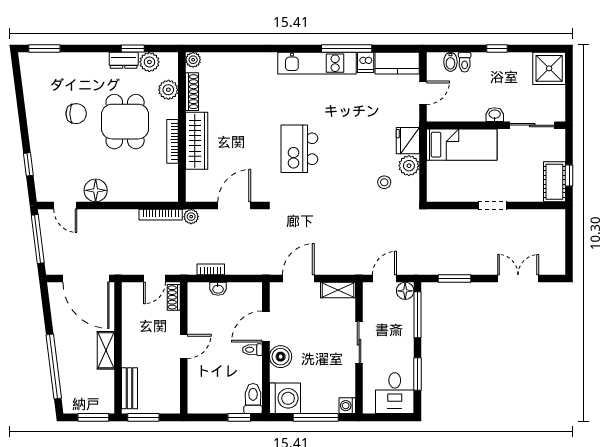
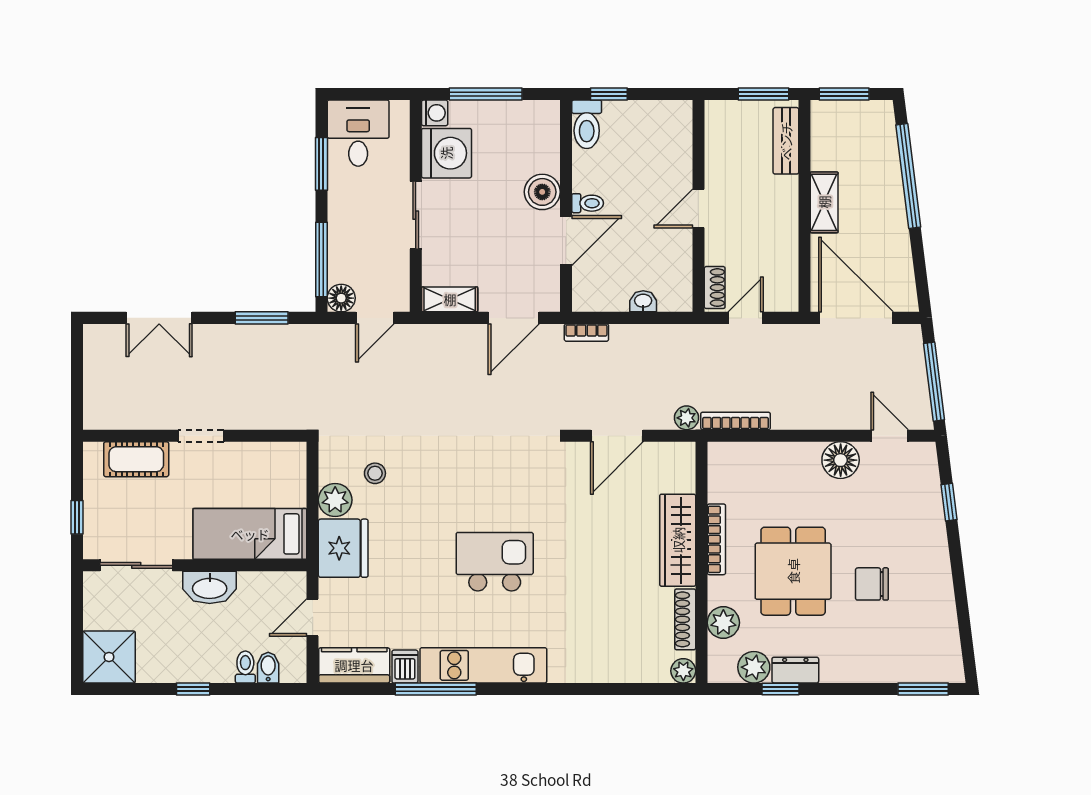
washbasin: (495, 115) -> (210, 587), width x1.91, depth x1.45
fridge: (408, 141) -> (343, 548), width x1.36, depth x1.34
kitchen island: (299, 149) -> (495, 562), moved, turned -90
window: (569, 176) -> (77, 517), moved
cot: (554, 182) -> (136, 459), moved, turned 90
bookcase: (211, 269) -> (586, 333), moved
washing machine: (285, 398) -> (446, 153), moved, turned 180

